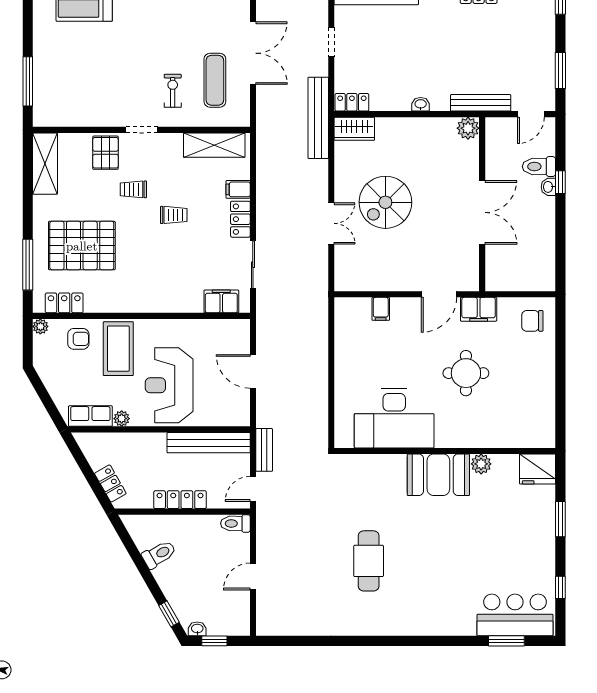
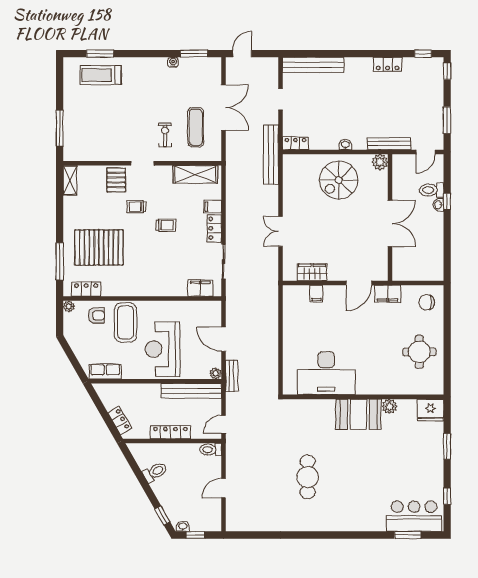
wardrobe: (354, 129) -> (312, 272), moved, turned 180
shelving: (45, 164) -> (70, 180), width x0.67, depth x0.75
spiral stairs: (385, 202) -> (339, 180), moved
double door: (331, 223) -> (280, 231), swing flipped
round table: (466, 373) -> (419, 352), moved
plant: (122, 419) -> (216, 373), moved
bench: (264, 450) -> (232, 376), moved

